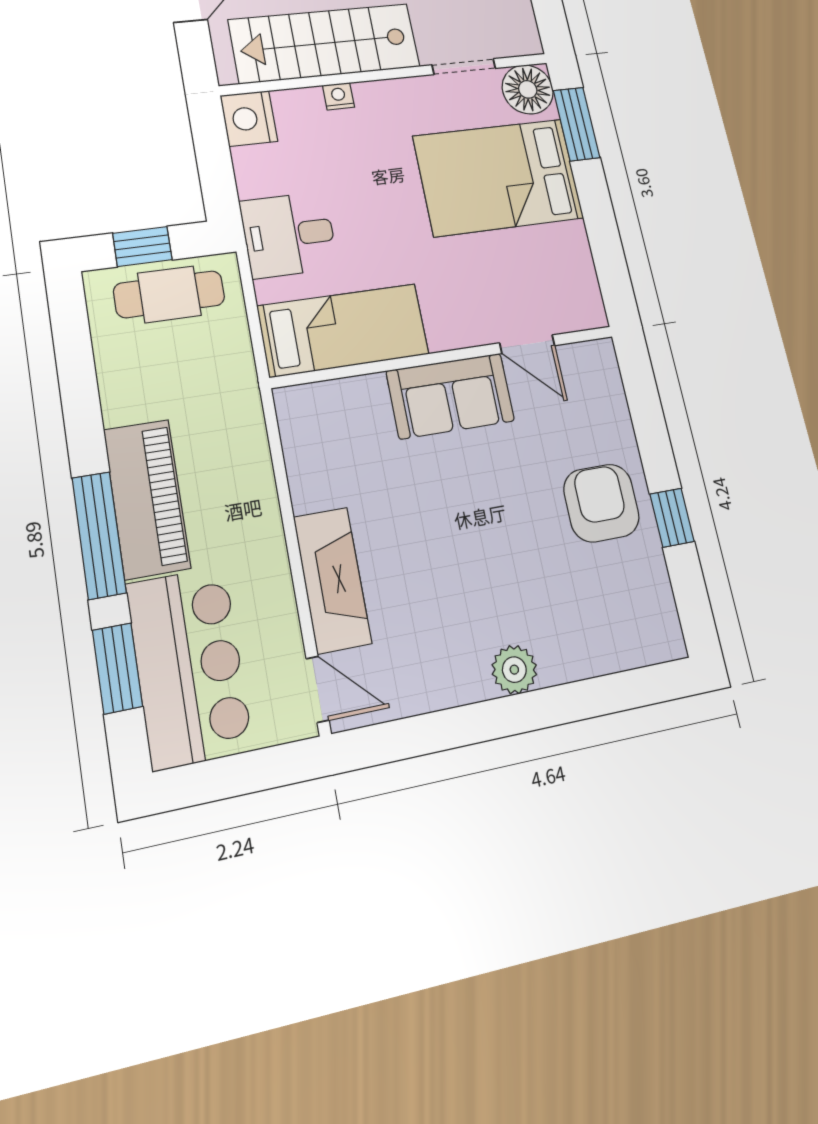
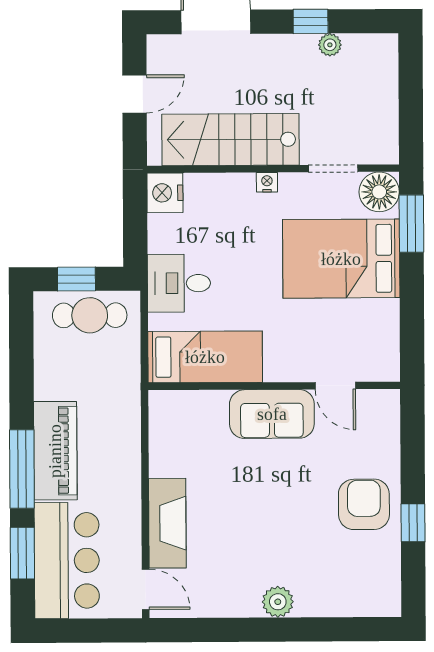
nightstand: (338, 96) -> (267, 182), moved

